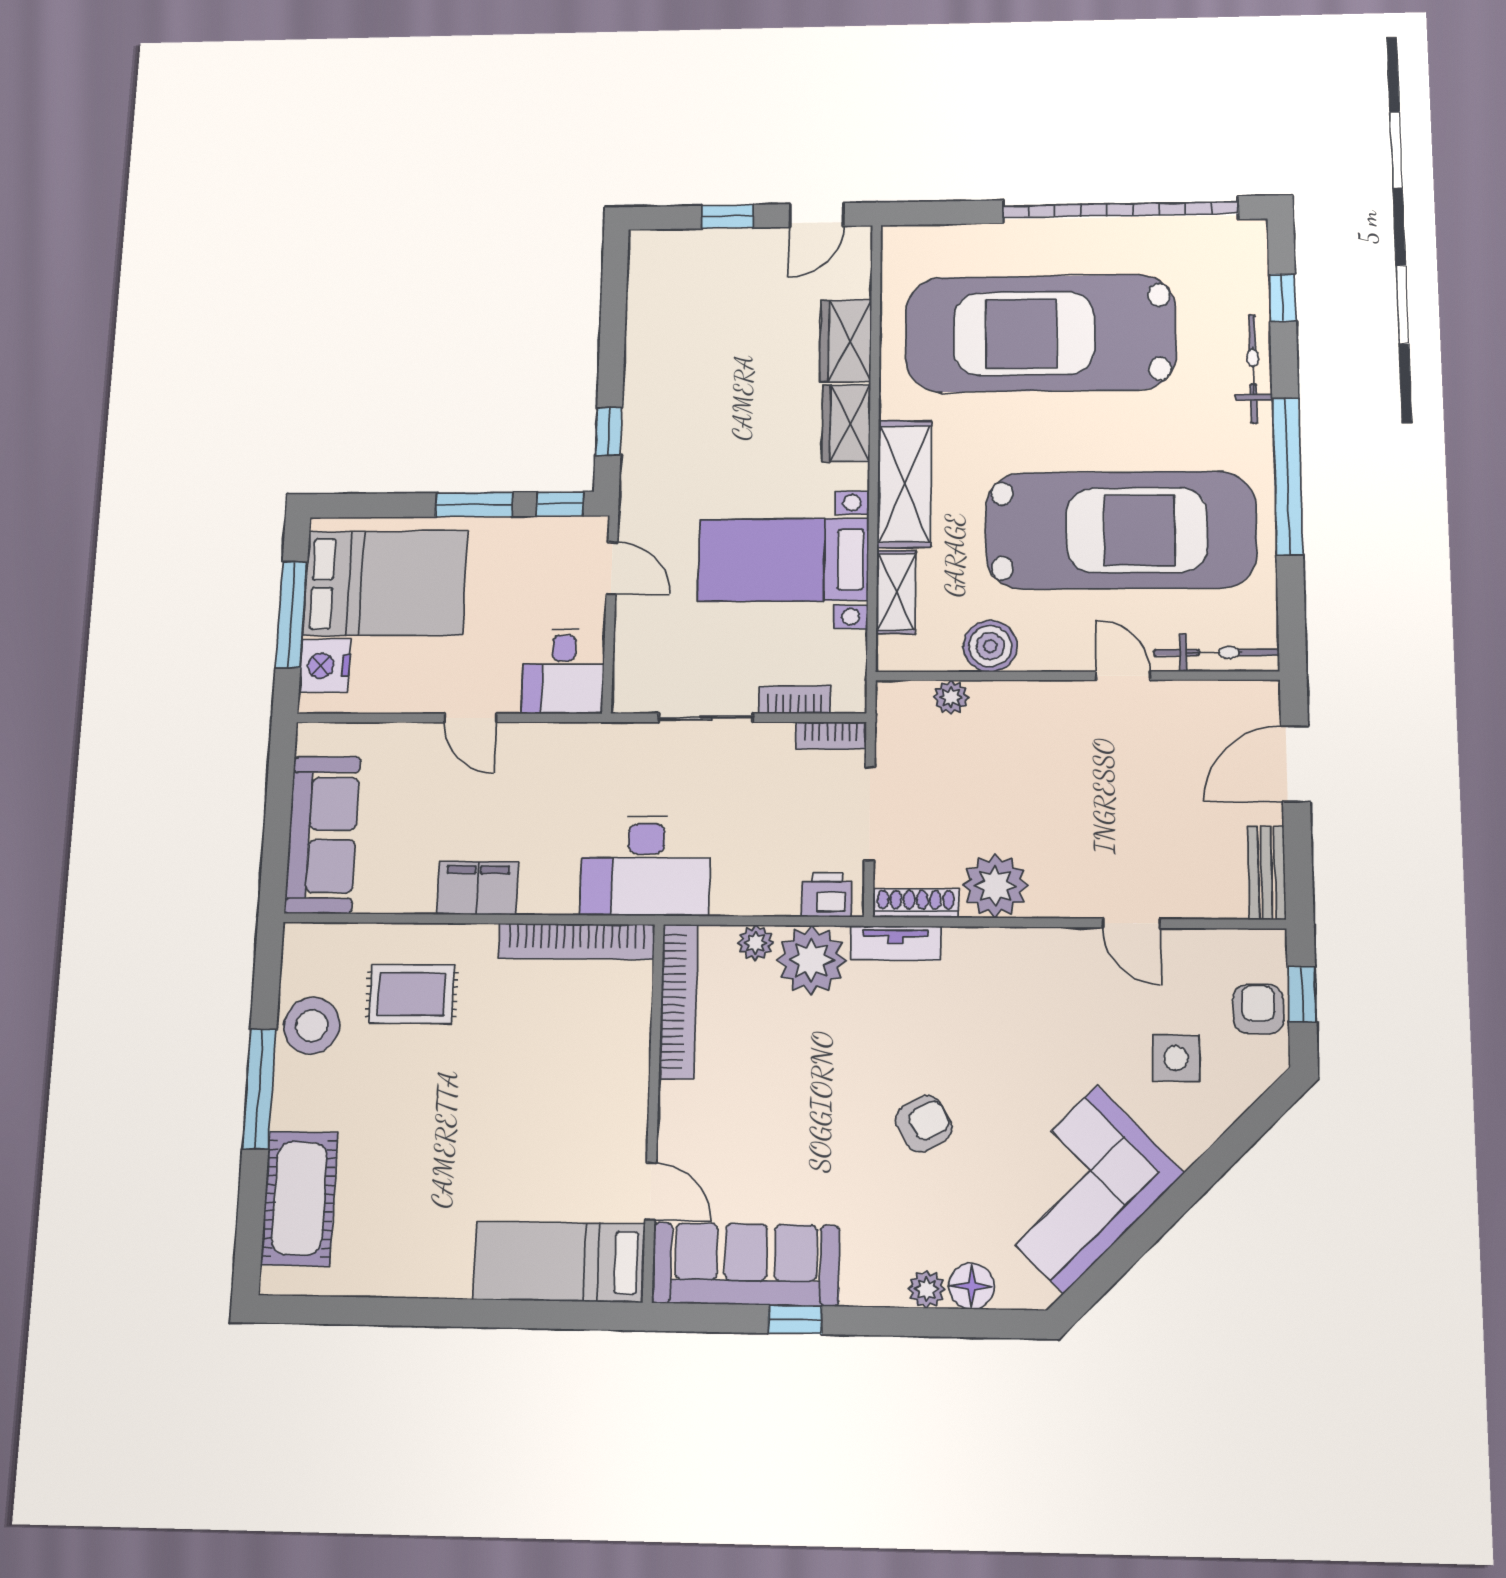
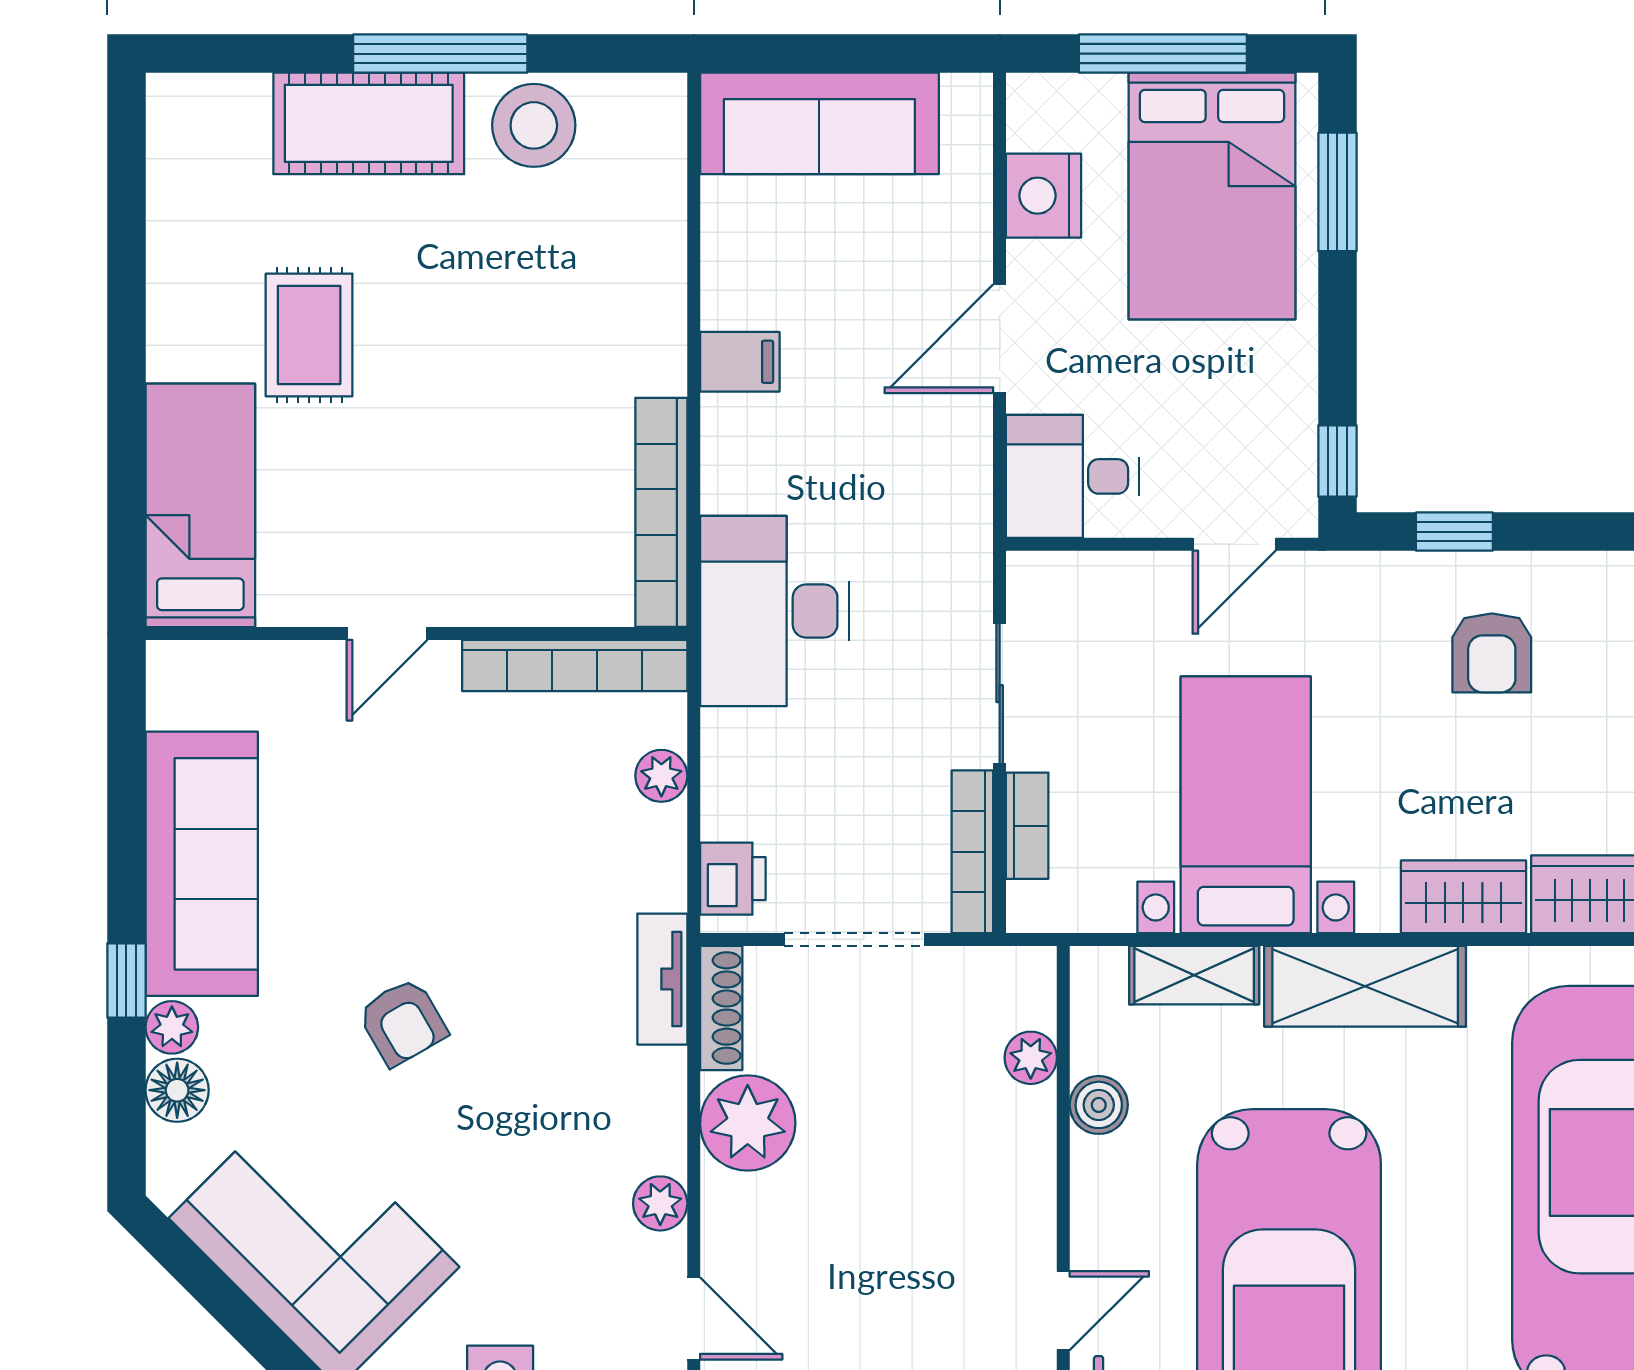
armchair: (688, 408) -> (1492, 653), added
window: (474, 505) -> (1337, 192), moved
boiler: (990, 646) -> (1099, 1105), width x0.73, depth x0.73
nightstand: (325, 666) -> (1044, 196), moved, turned -90
door: (471, 718) -> (1000, 339), width x1.38
bookcase: (831, 736) -> (972, 852), width x1.56
filing cabinet: (478, 888) -> (740, 362), width x0.50
door: (1131, 923) -> (694, 1318), swing flipped
plant: (811, 960) -> (660, 1203), moved, width x0.53, depth x0.53
rug: (412, 994) -> (309, 335), moved
door: (651, 1191) -> (387, 634), moved
cot: (299, 1198) -> (369, 123), moved
sofa: (746, 1264) -> (202, 864), moved
window: (795, 1320) -> (126, 981), moved

